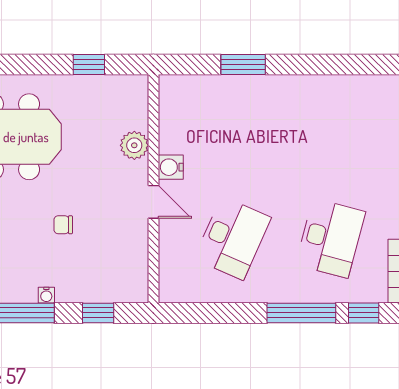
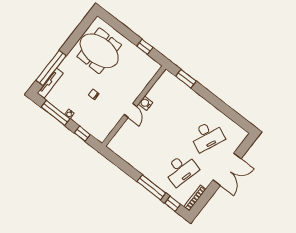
window: (243, 64) -> (186, 79), moved
plant: (134, 145) -> (139, 86), removed
desk: (232, 238) -> (207, 136), moved

